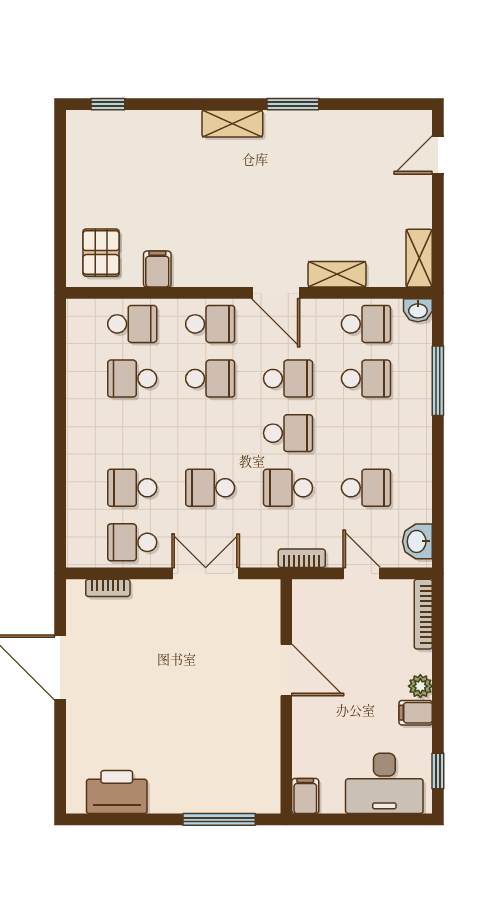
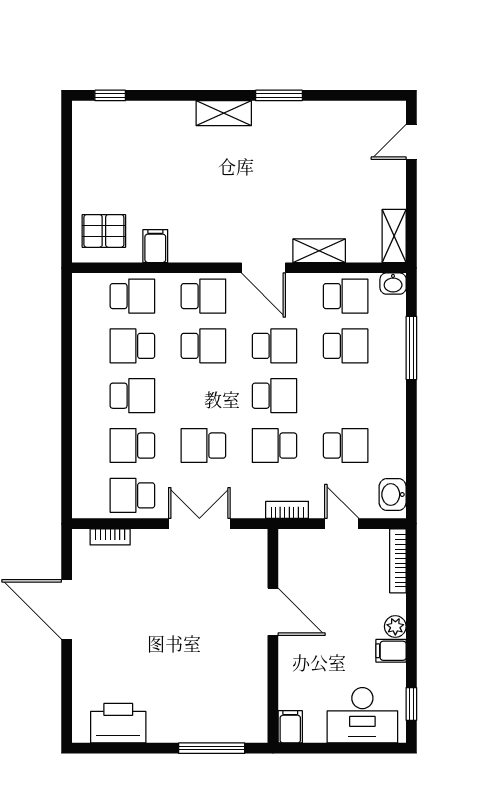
pallet: (101, 253) -> (104, 231), turned 90
school desk: (132, 433) -> (132, 396), added

